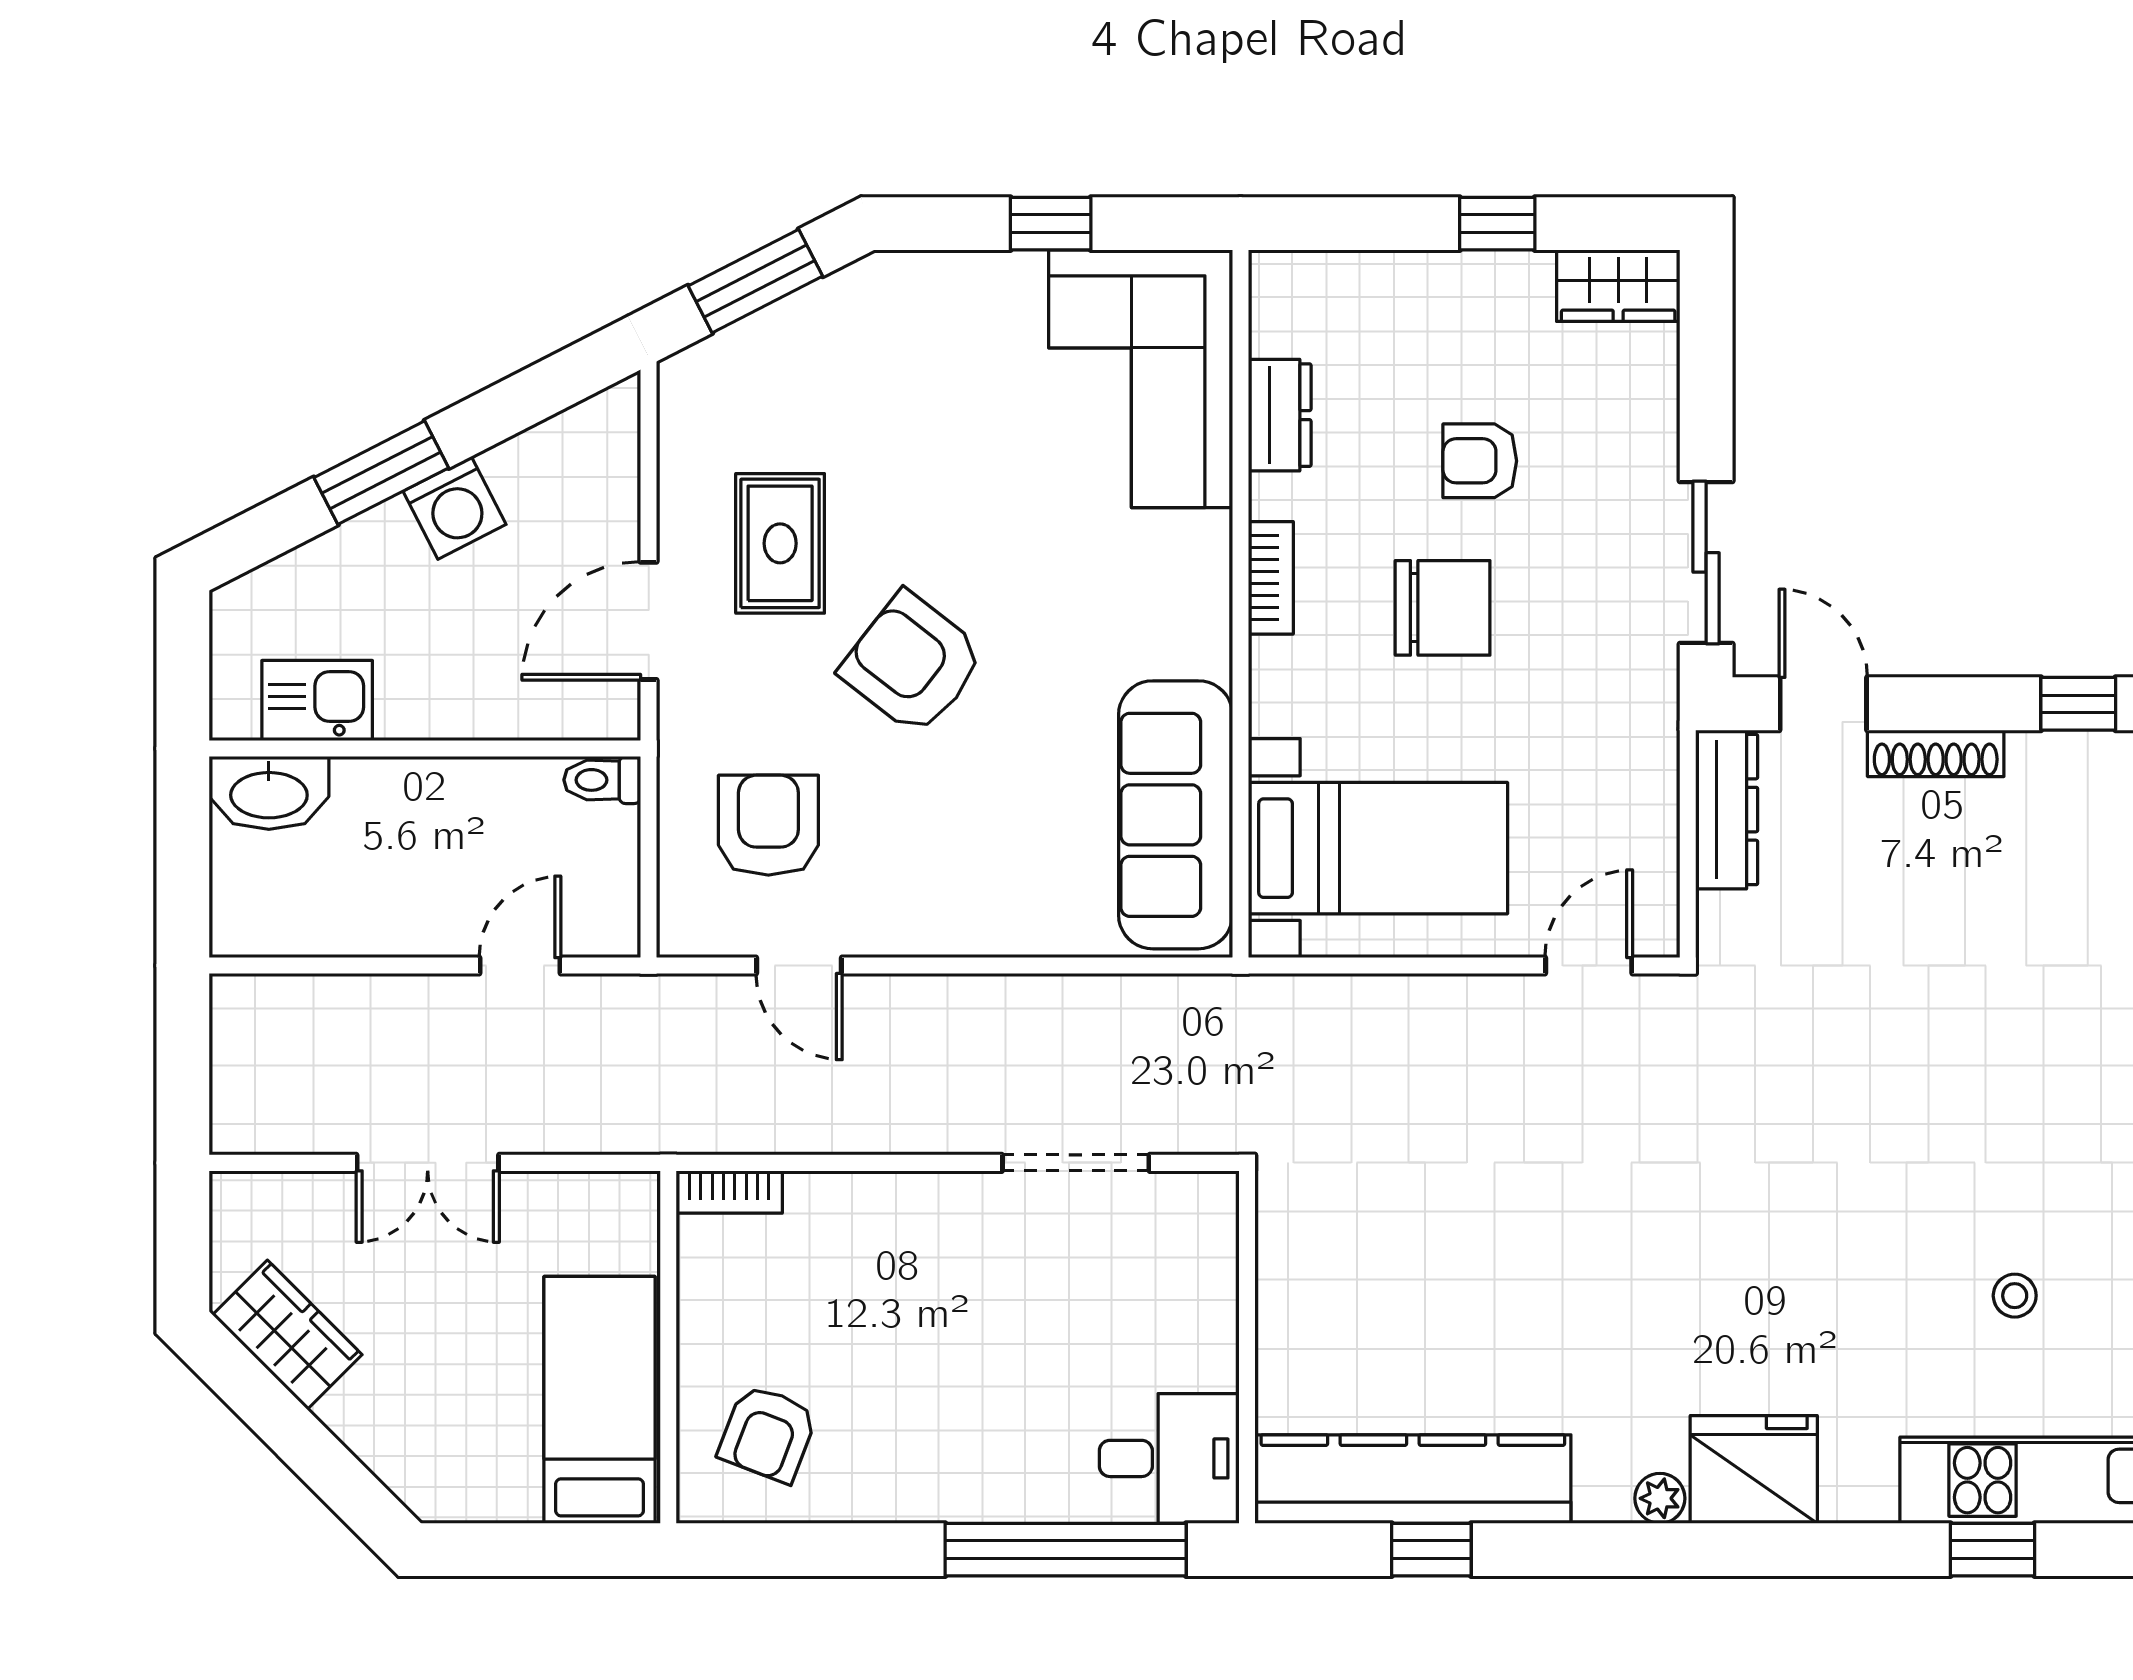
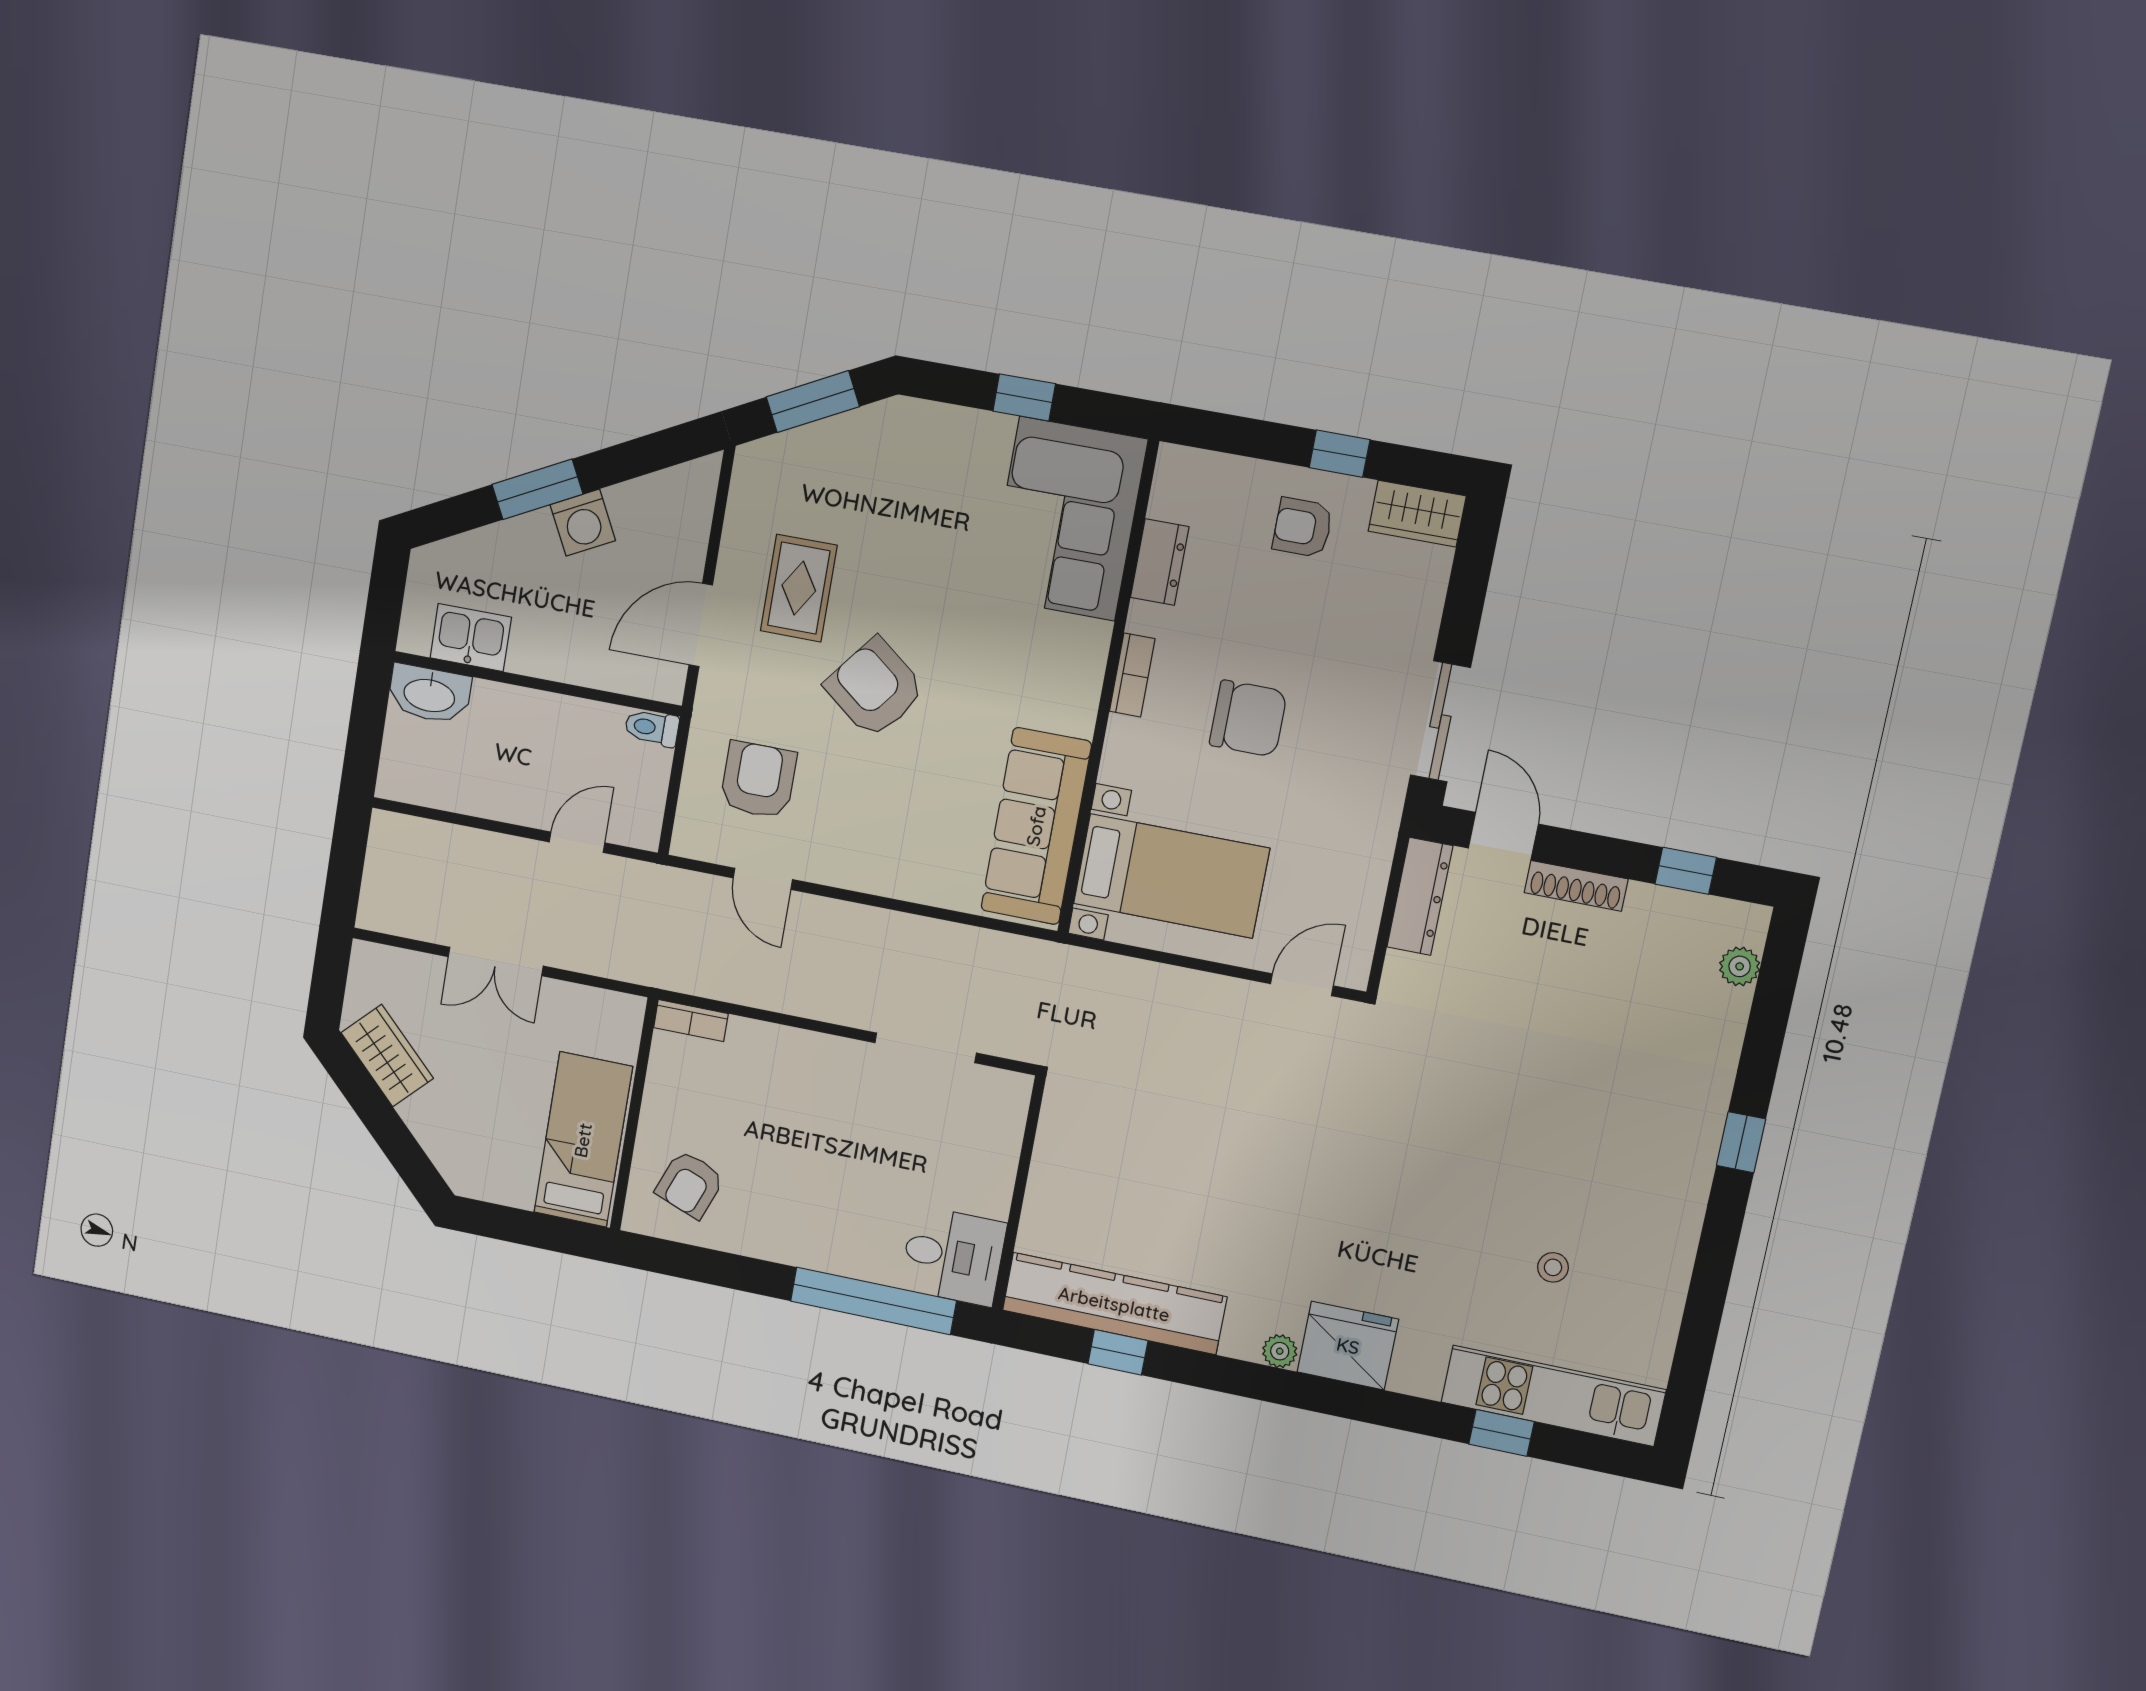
armchair: (1480, 461) -> (1303, 527), moved

